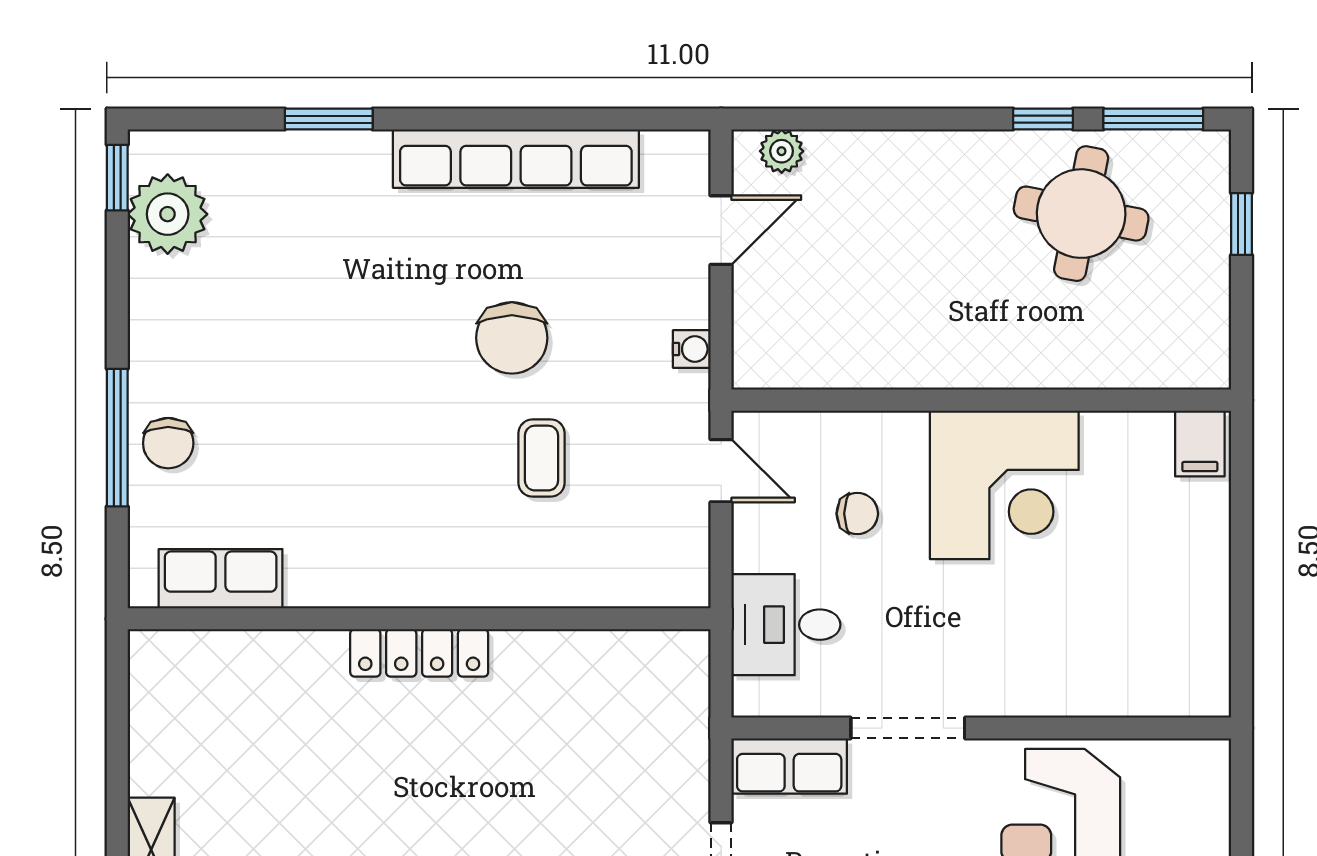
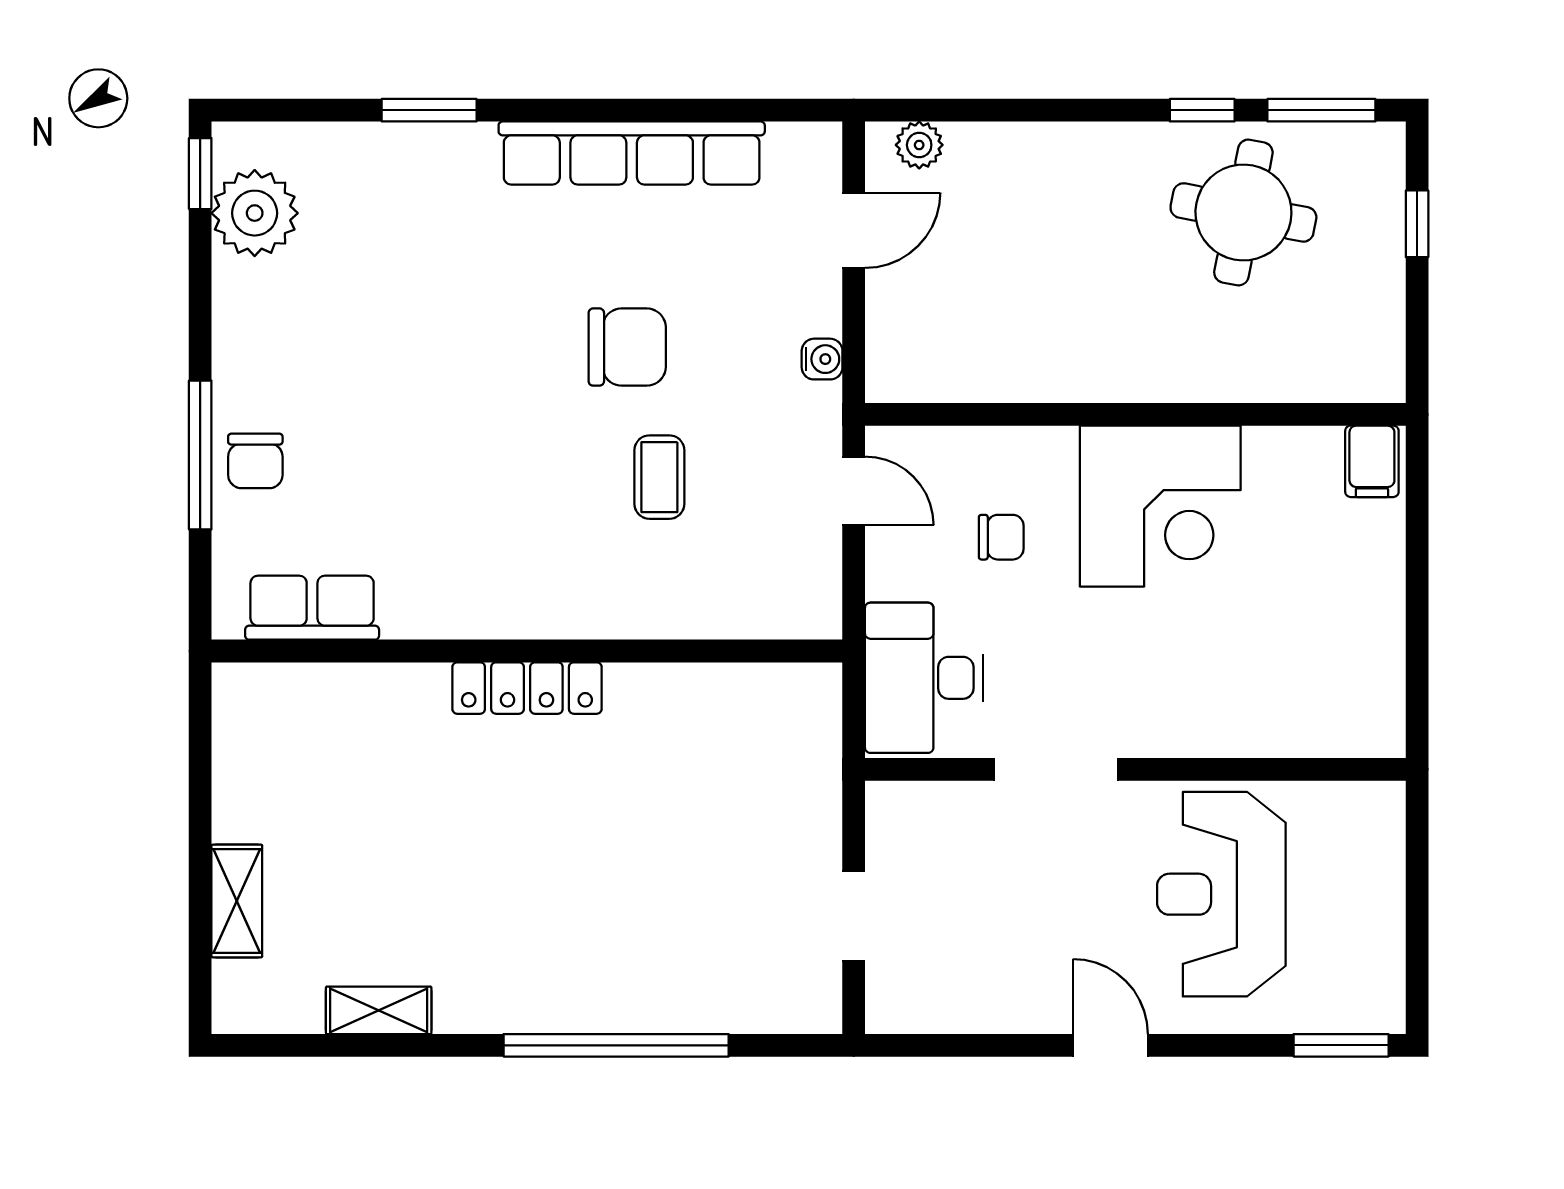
chair: (512, 338) -> (627, 347), turned -90
desk: (786, 625) -> (924, 678), width x1.37
row of seats: (789, 766) -> (927, 810), removed

